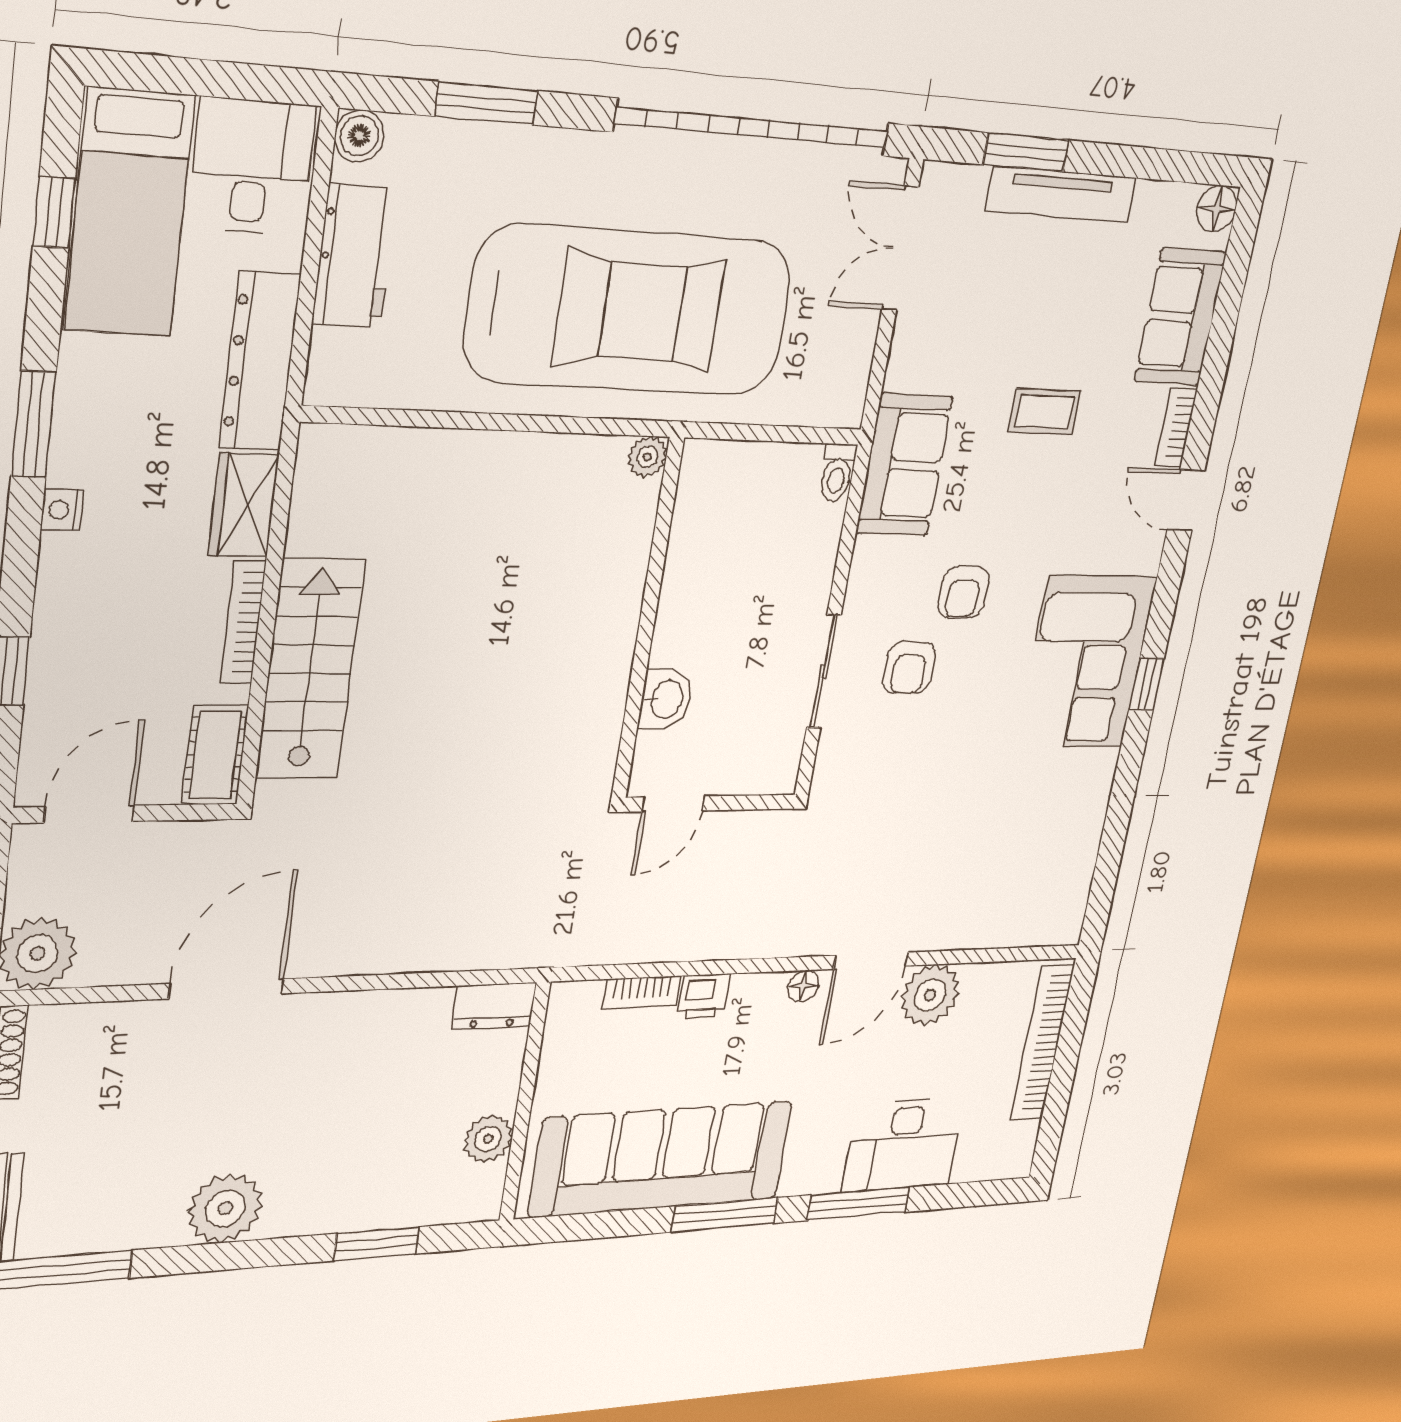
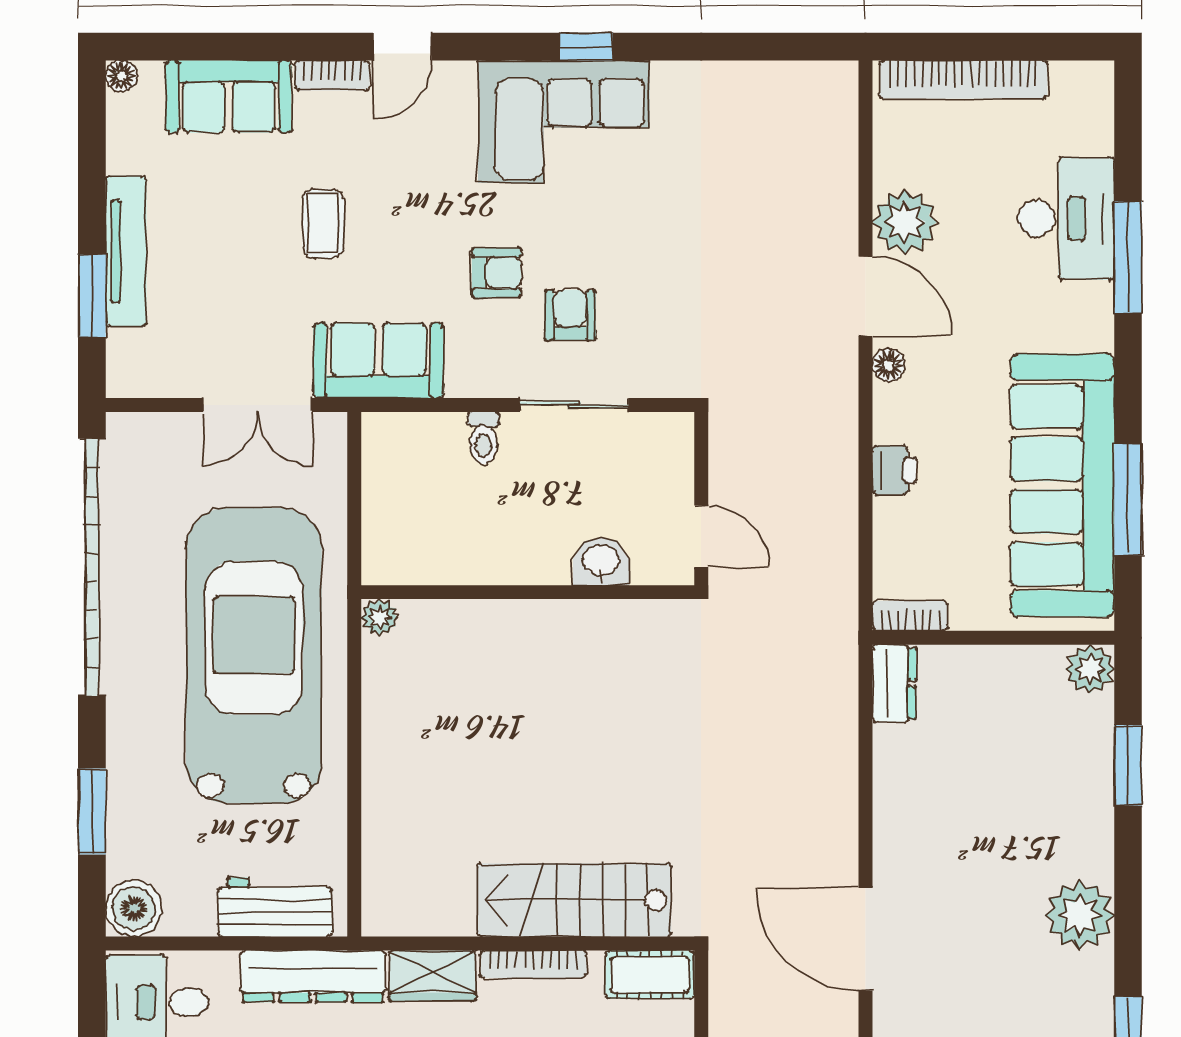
boiler: (359, 136) -> (134, 909), width x1.36, depth x1.36
floor lamp: (1216, 209) -> (121, 76), width x0.73, depth x0.73
double door: (900, 248) -> (258, 405), moved
workbench: (355, 256) -> (275, 907), moved
toilet: (837, 472) -> (483, 438), moved, turned 90
armchair: (909, 668) -> (570, 315), turned -90
bookcase: (642, 992) -> (910, 616), moved, turned -90
plant: (488, 1139) -> (1090, 669), moved
window: (725, 1215) -> (1128, 499), moved

